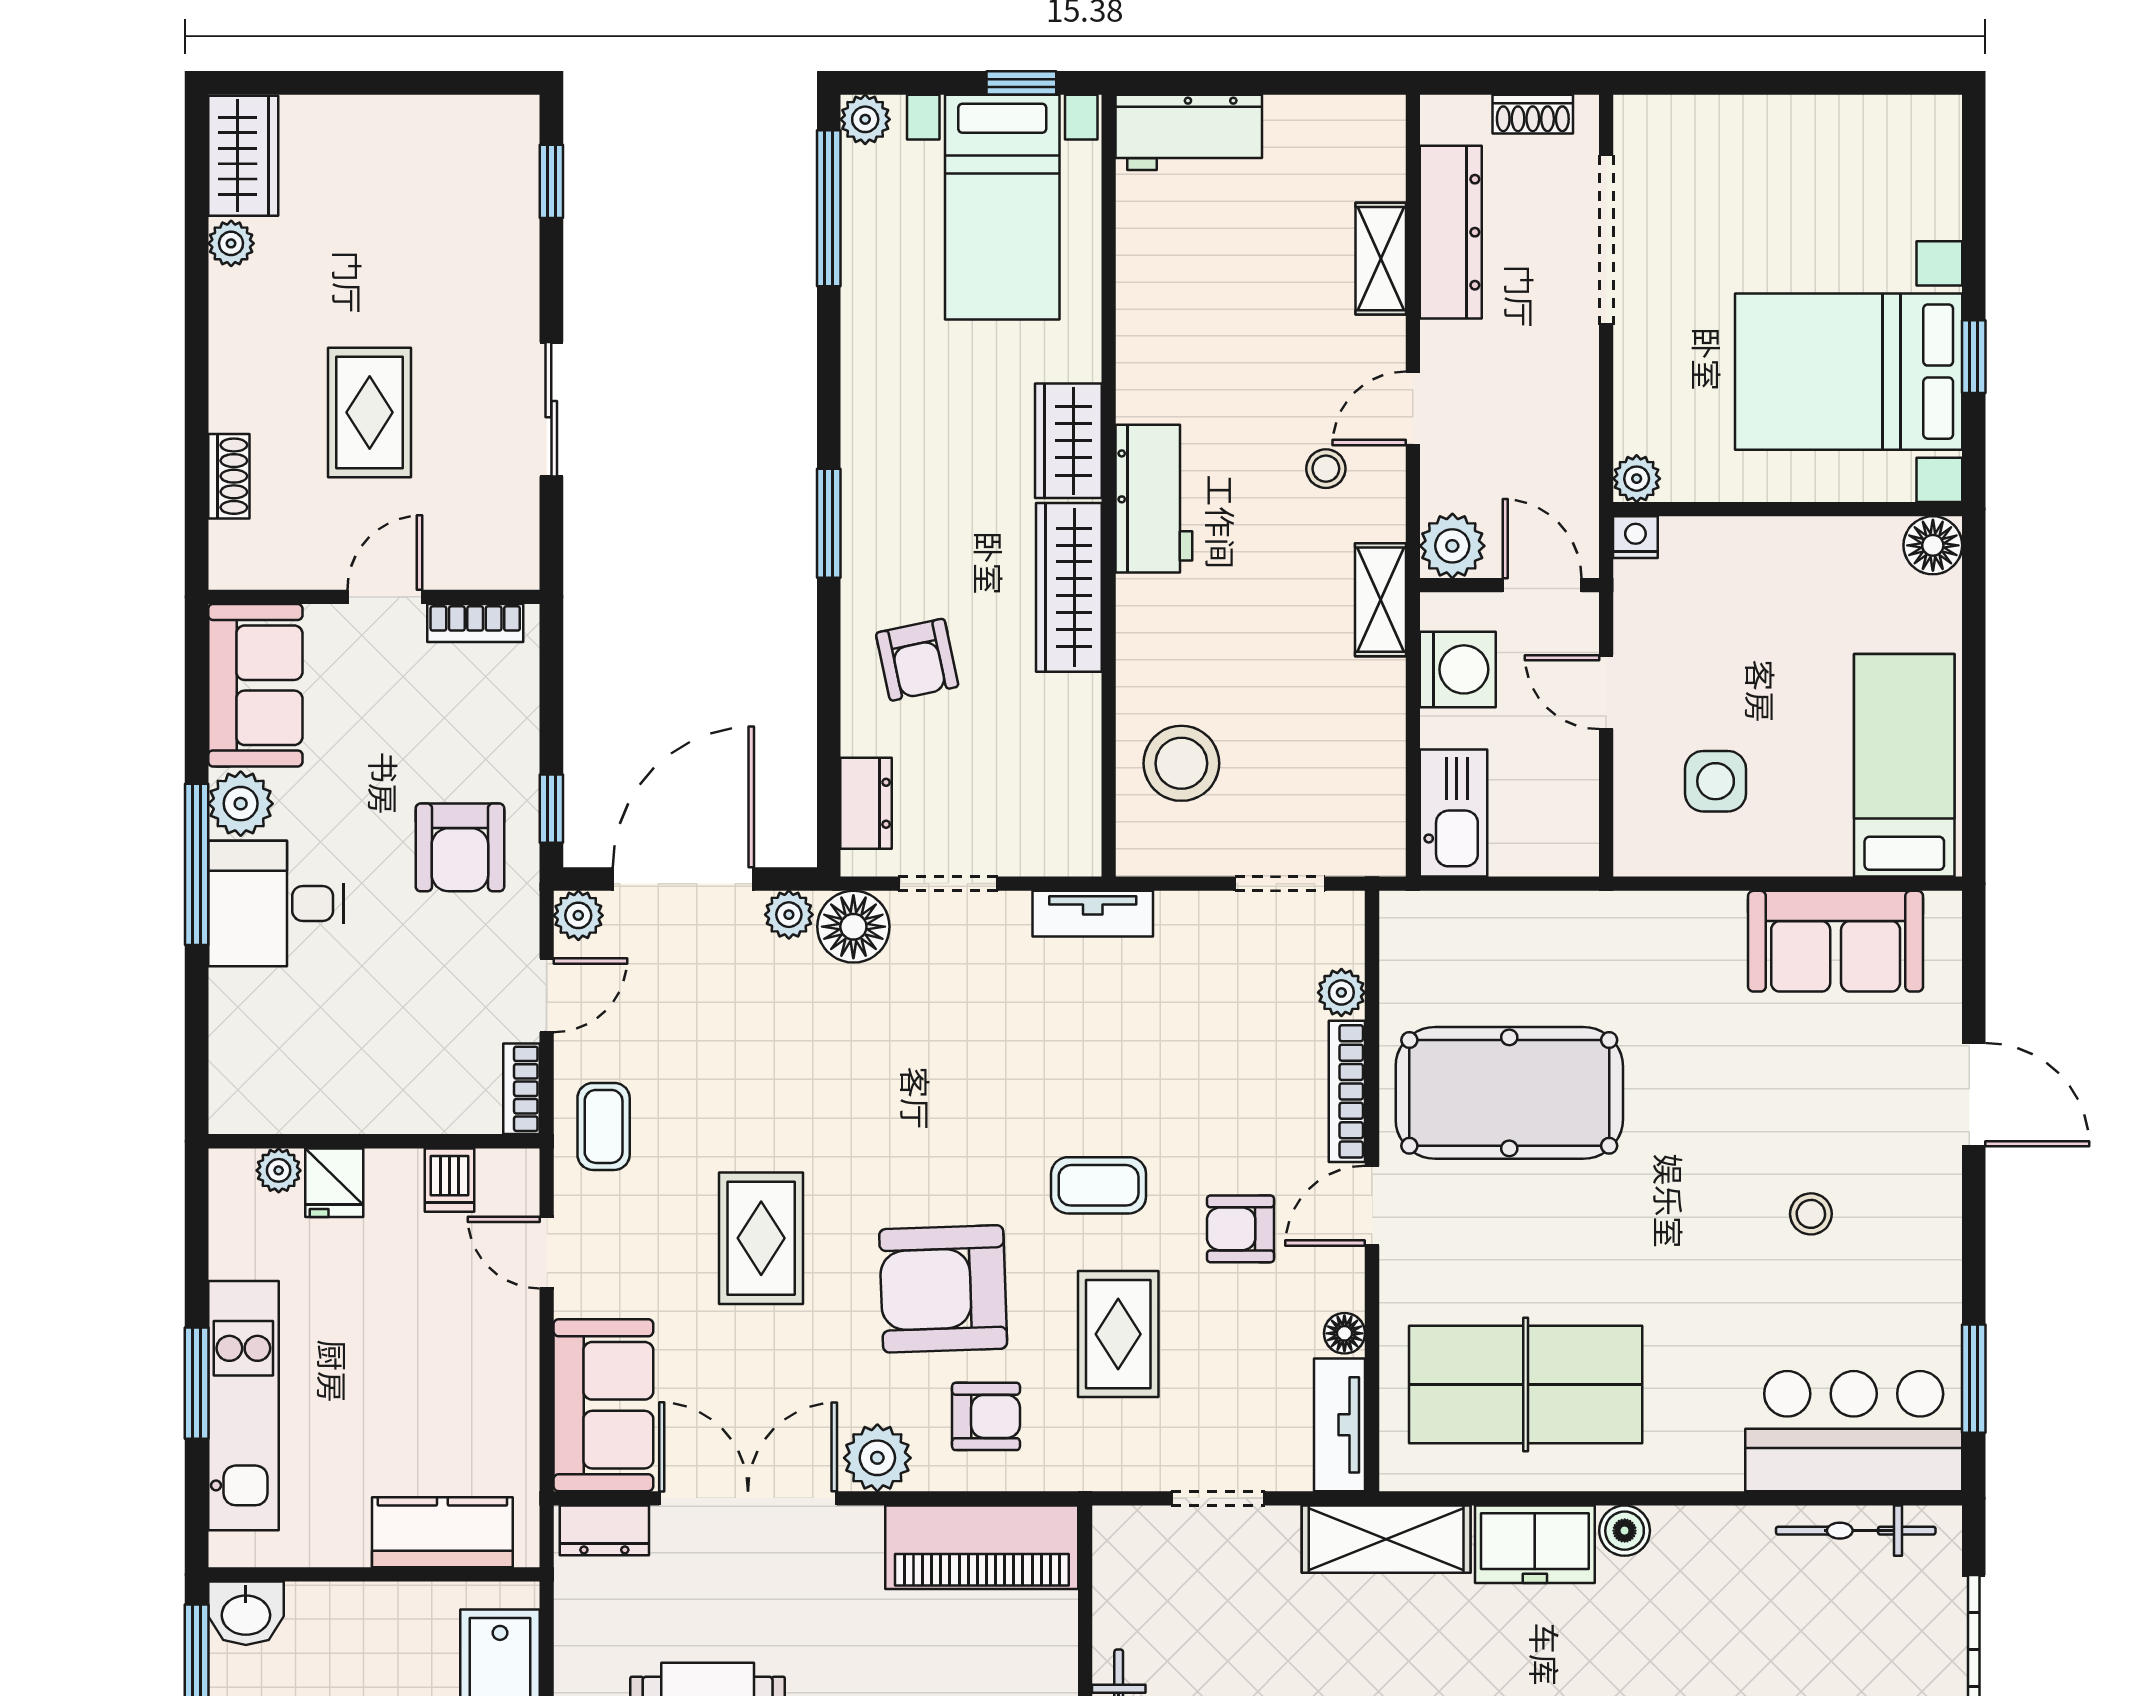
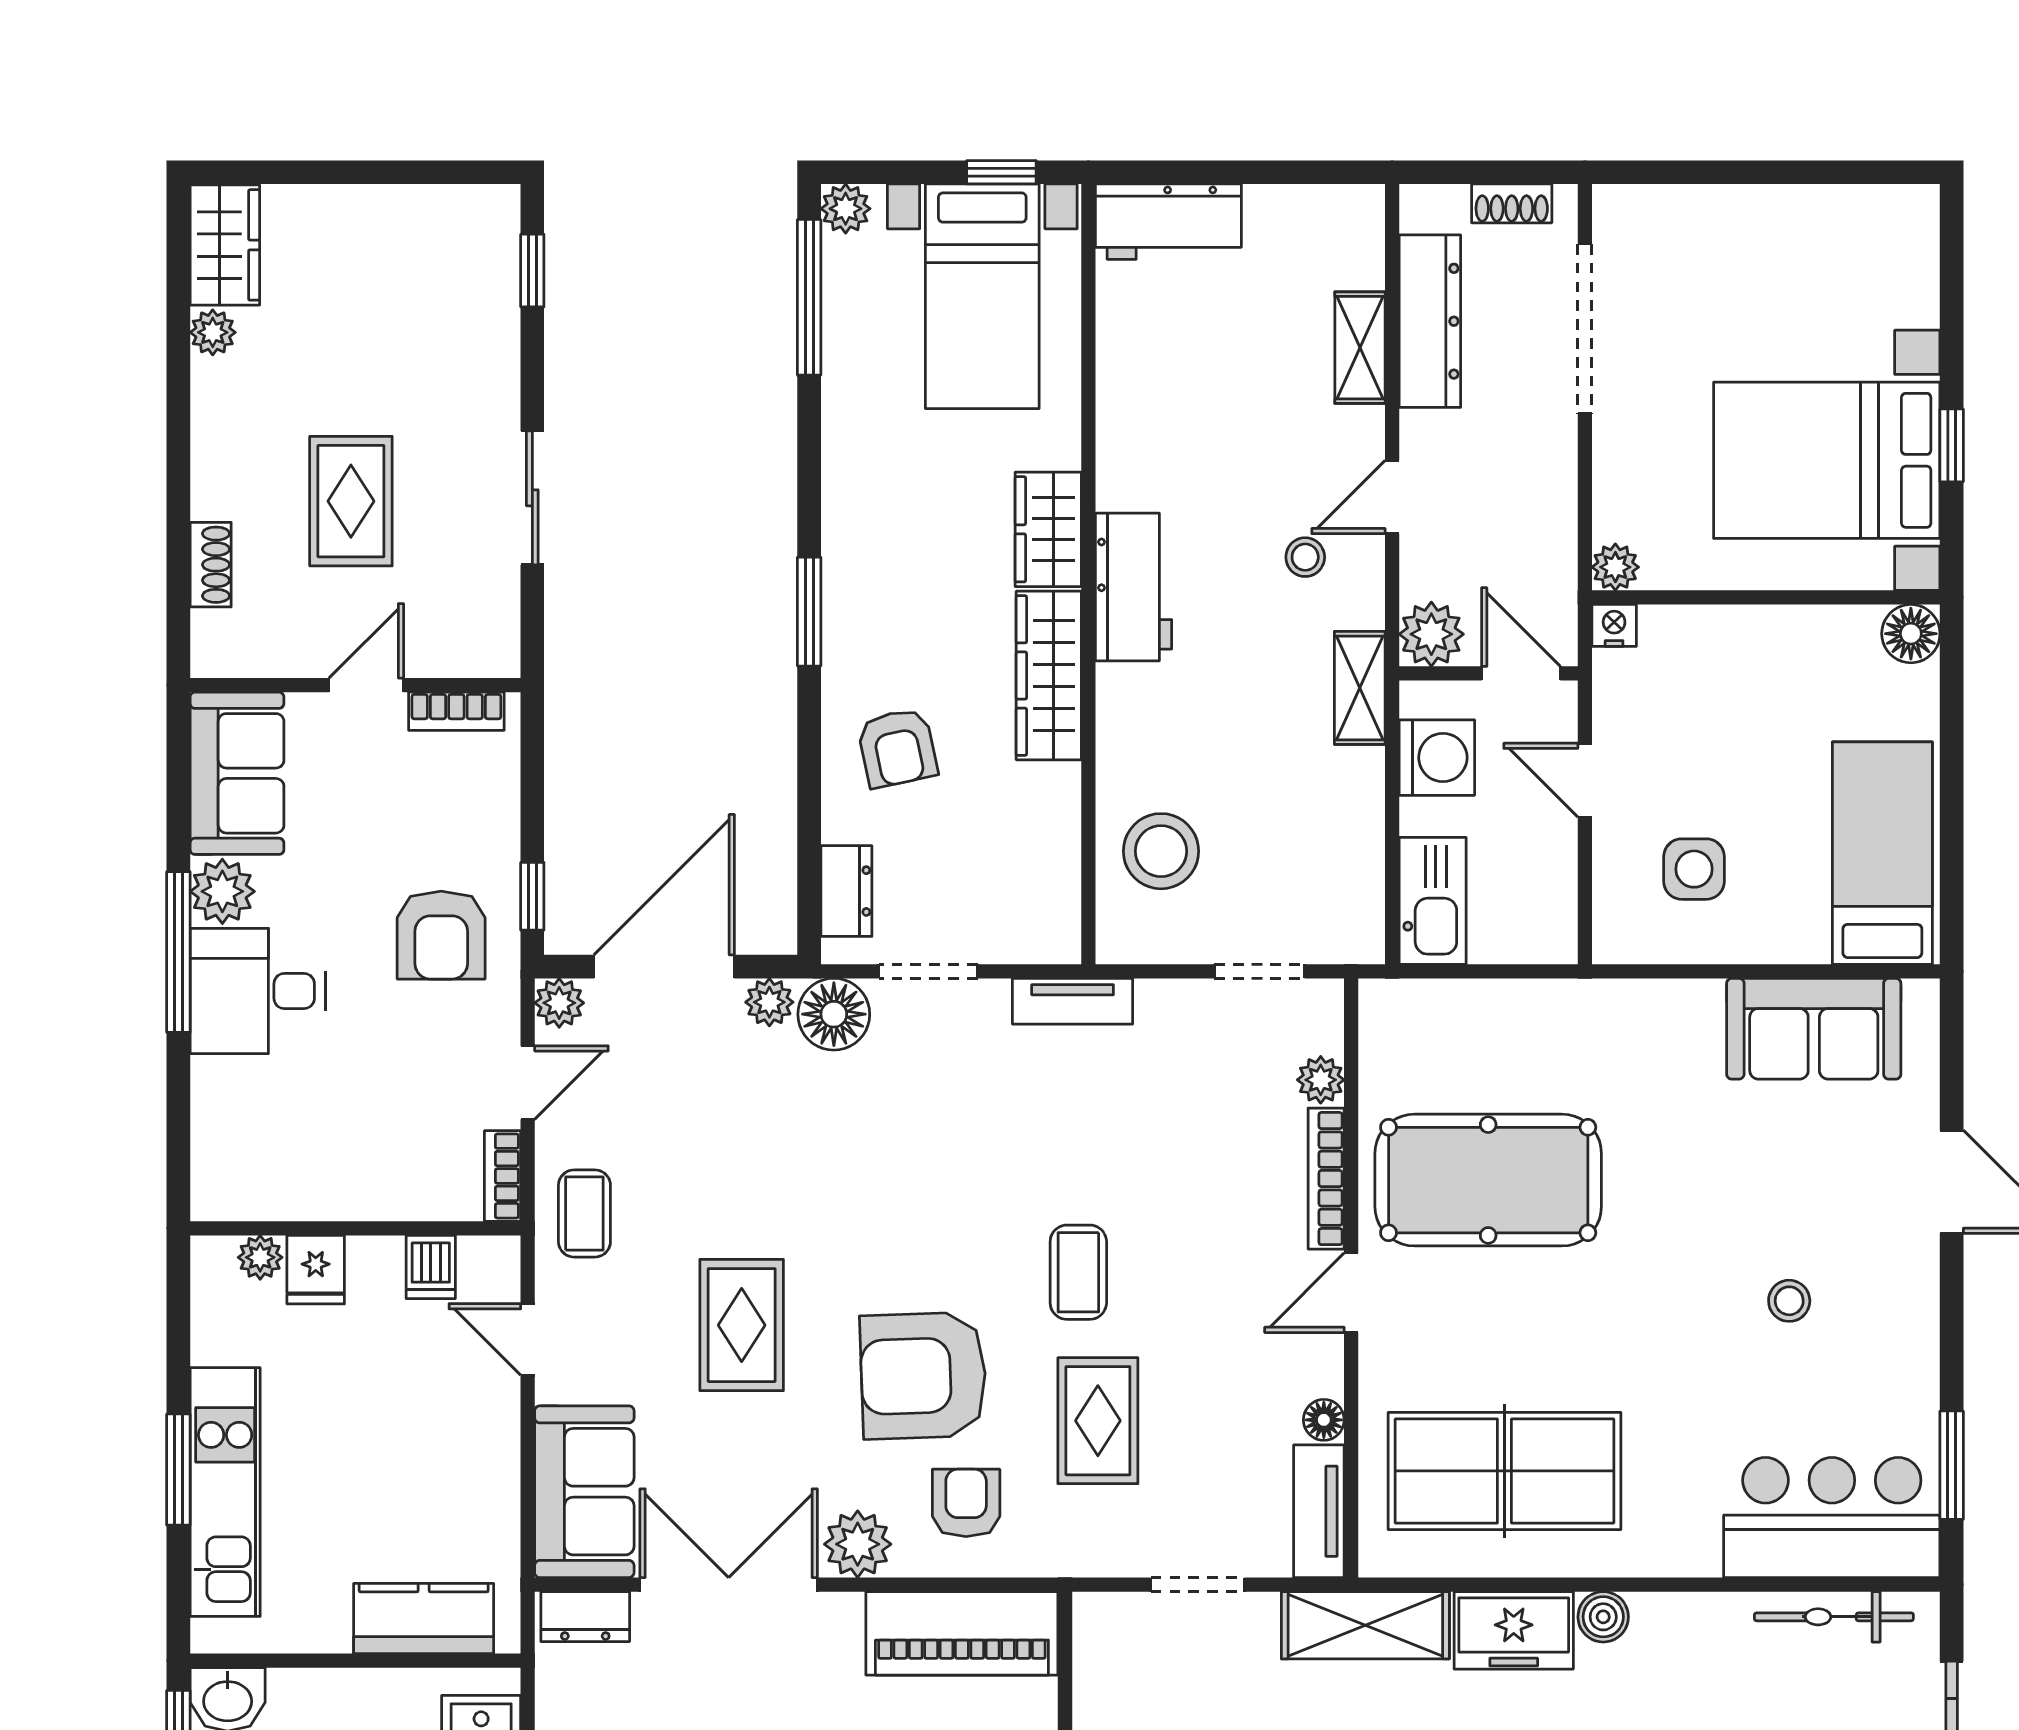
coffee table: (1099, 1185) -> (1078, 1272), turned 90
armchair: (1241, 1229) -> (1220, 1316), removed
armchair: (986, 1416) -> (966, 1503), turned -90

